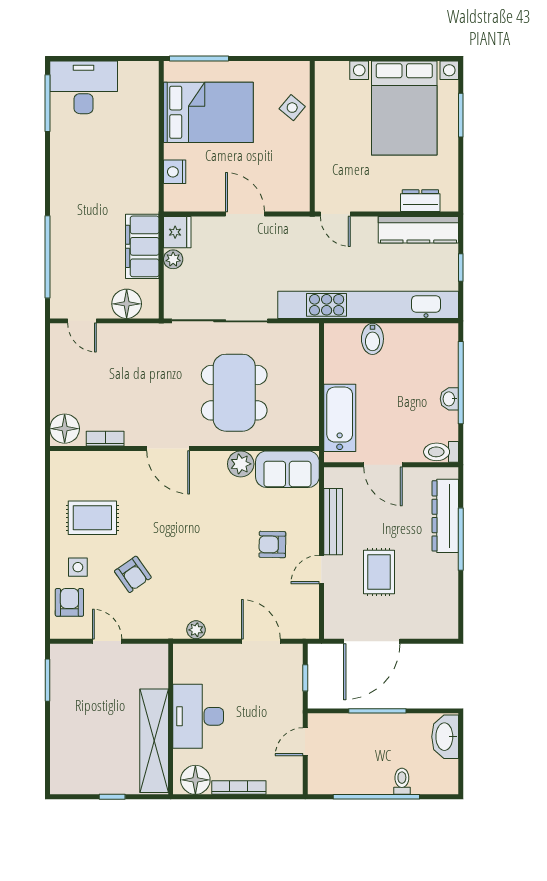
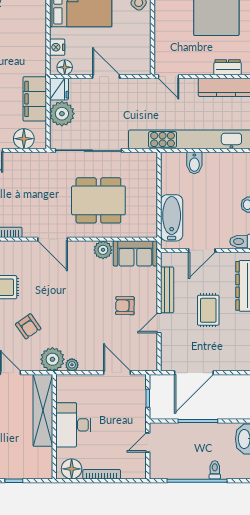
floor lamp: (186, 201) -> (65, 67), added
plant: (173, 259) -> (62, 114), width x1.88, depth x1.88
dining table: (234, 393) -> (98, 200), turned 90
door: (383, 465) -> (202, 250), hinge flipped
rug: (379, 572) -> (208, 310), moved
plant: (168, 622) -> (52, 359), added
shelving: (154, 741) -> (43, 410), moved

